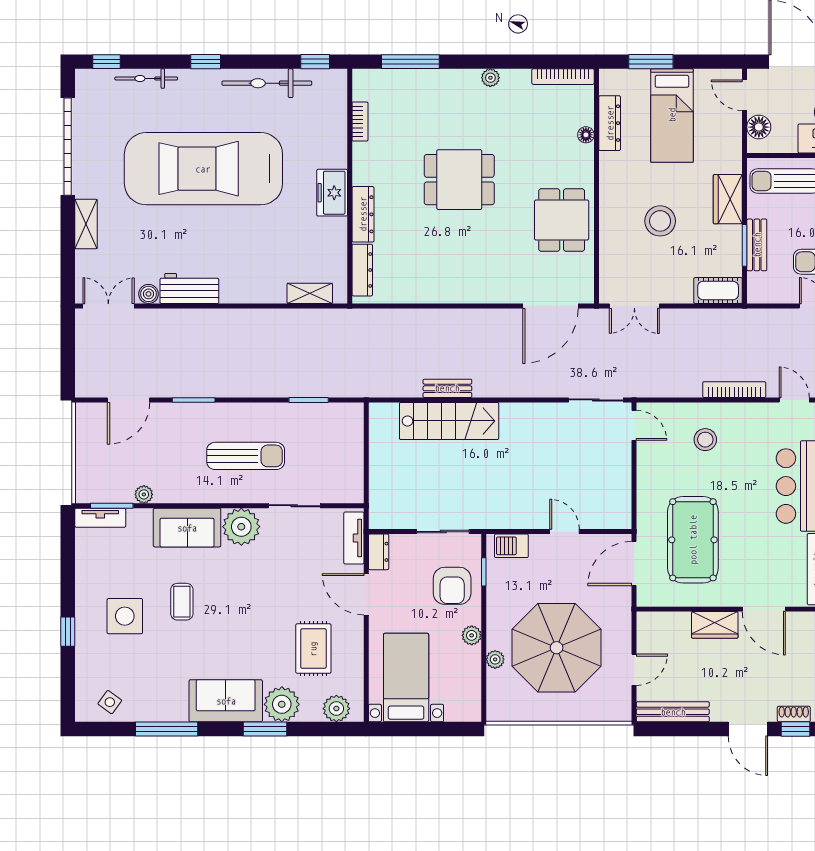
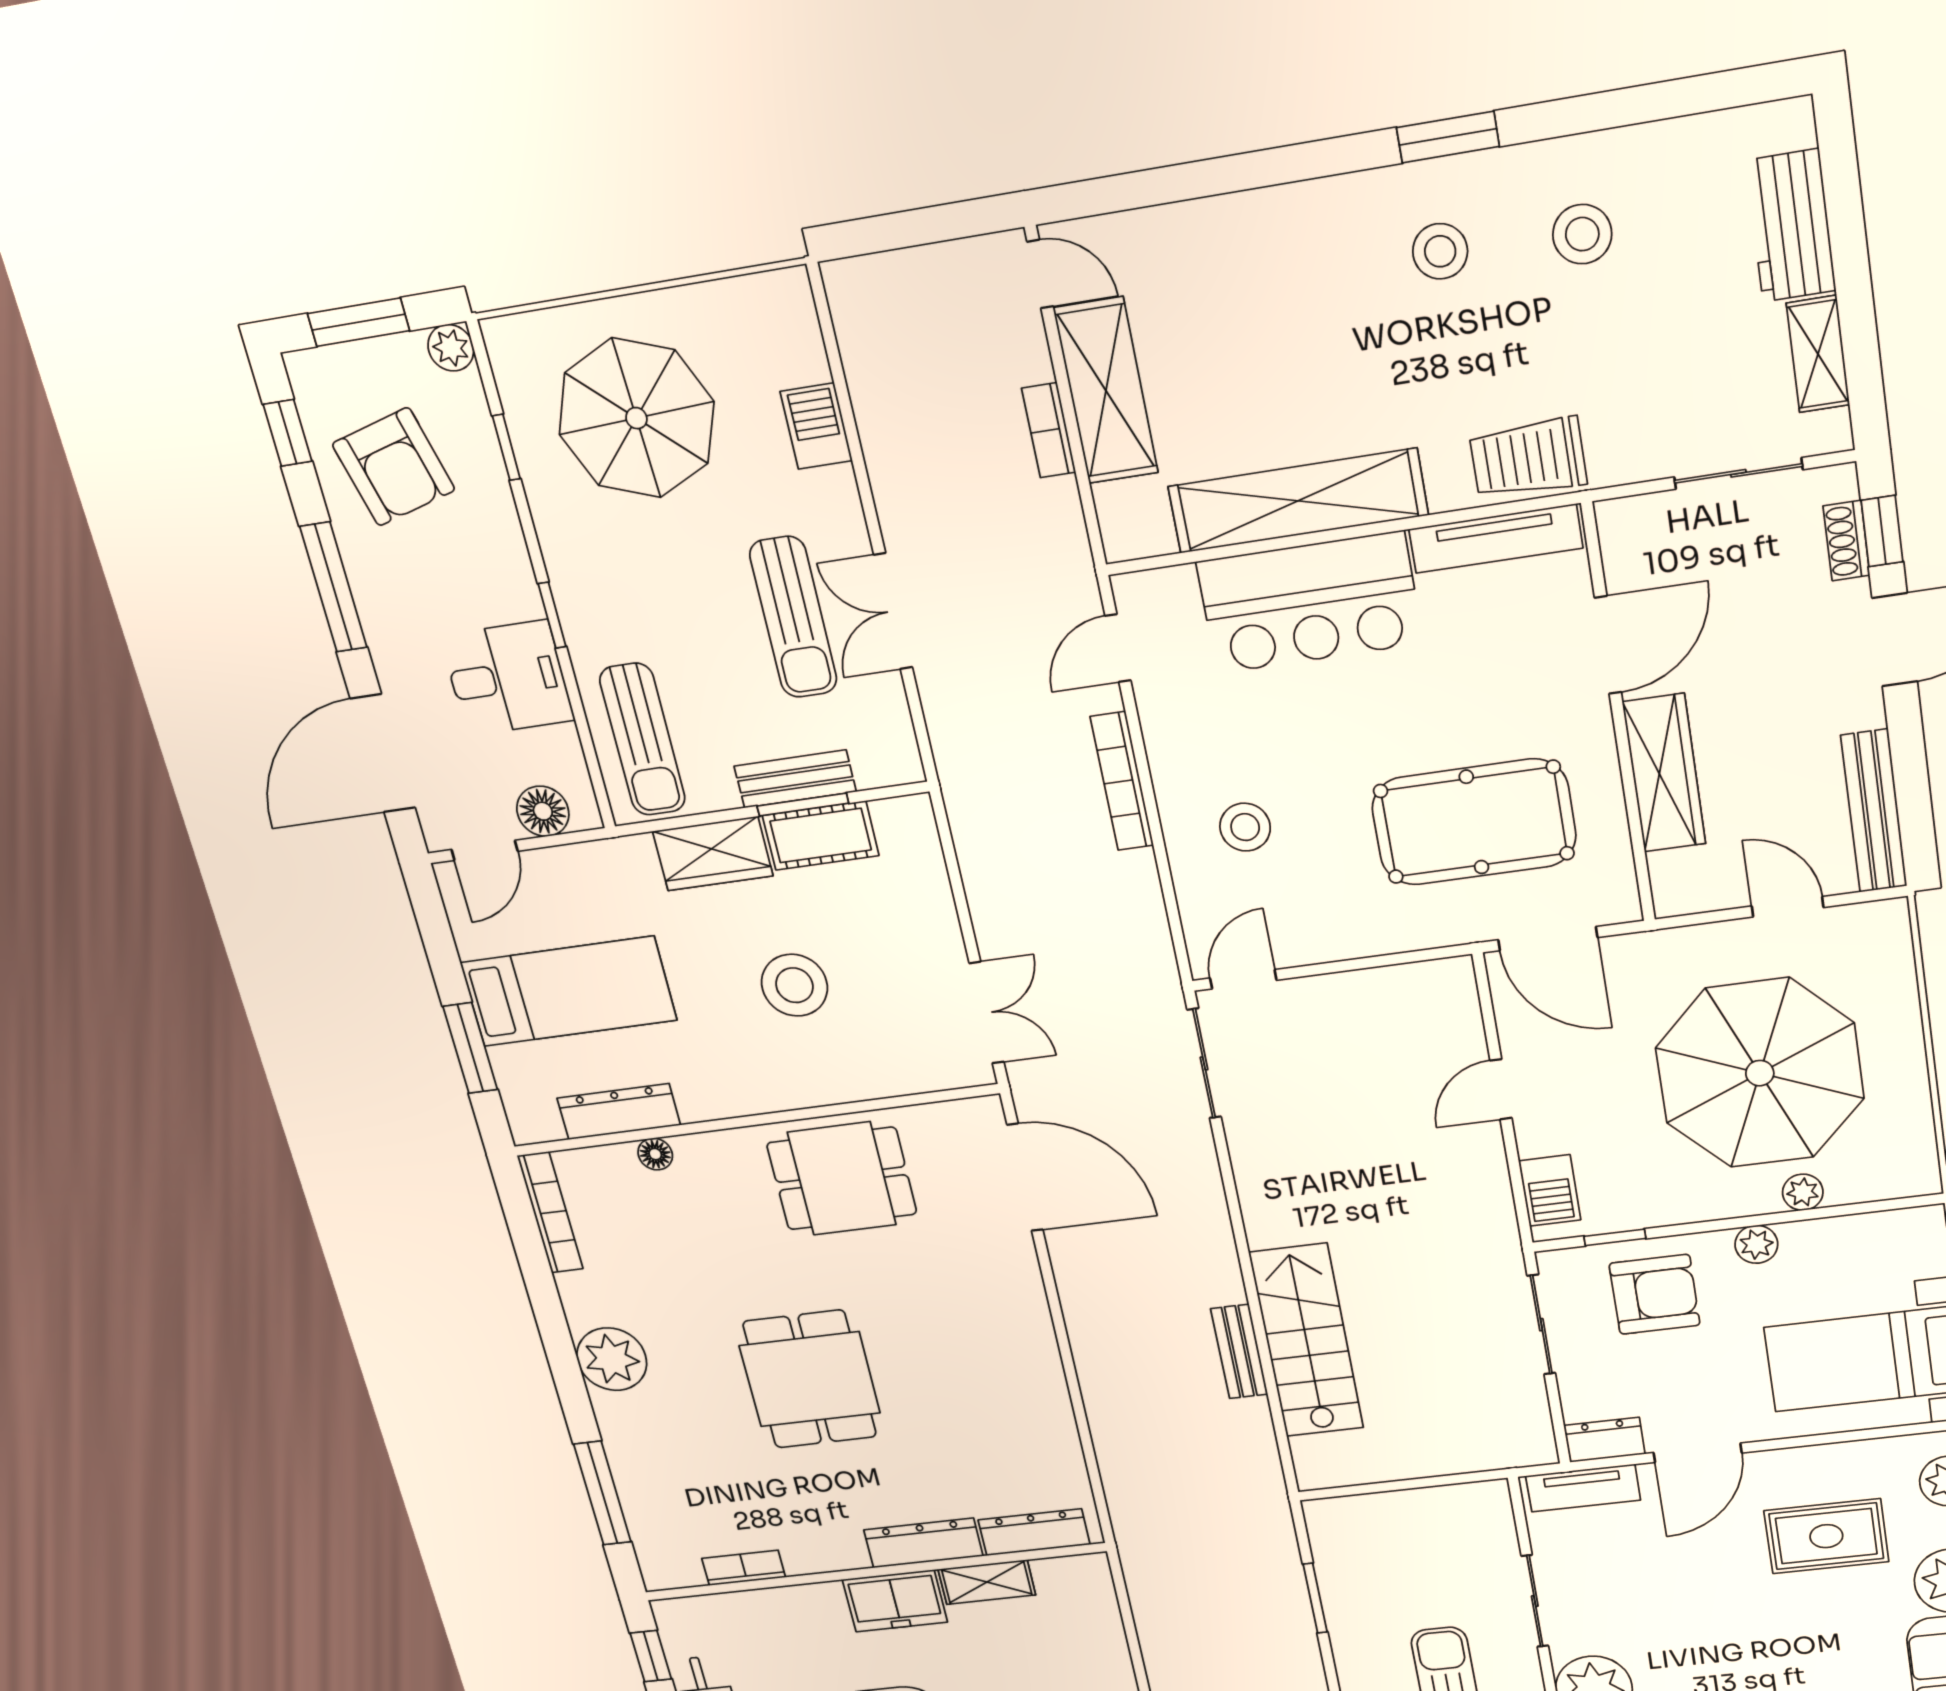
plant: (490, 78) -> (612, 1359), width x1.88, depth x1.88
cot: (718, 290) -> (821, 836), moved, turned 90
shelving: (310, 293) -> (987, 1582), moved, turned 90
wardrobe: (715, 625) -> (1664, 773), width x1.50

